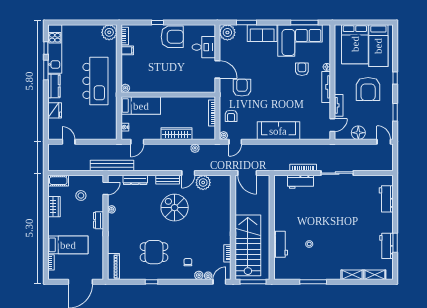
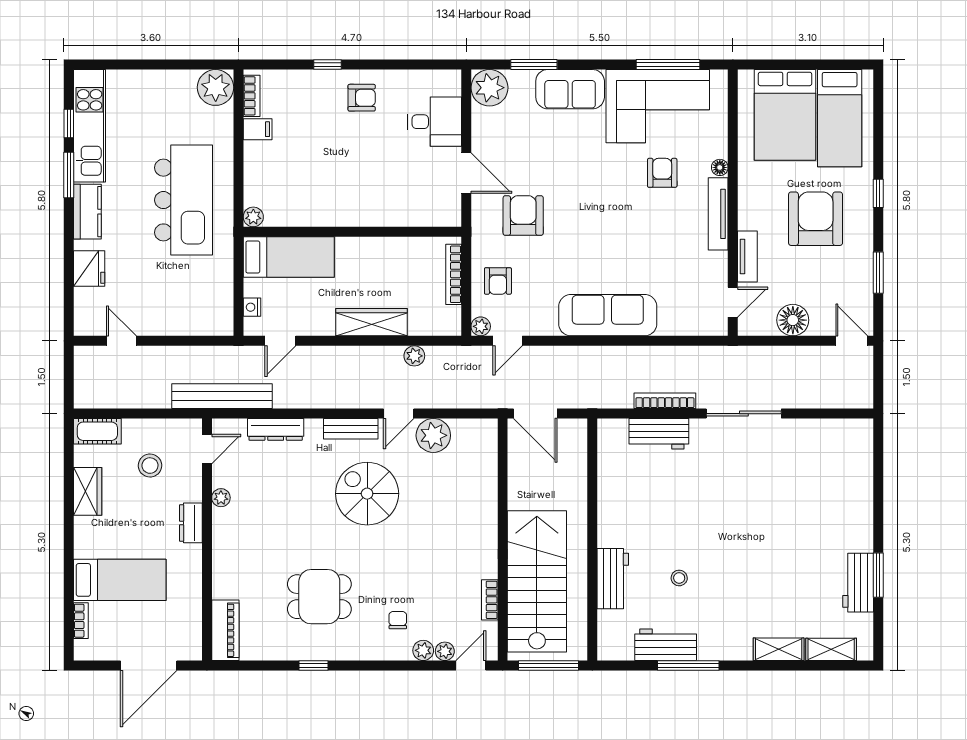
armchair: (172, 37) -> (362, 98), width x0.53, depth x0.53
armchair: (368, 89) -> (816, 219), turned 180
workbench: (386, 199) -> (666, 645), moved, turned 90

